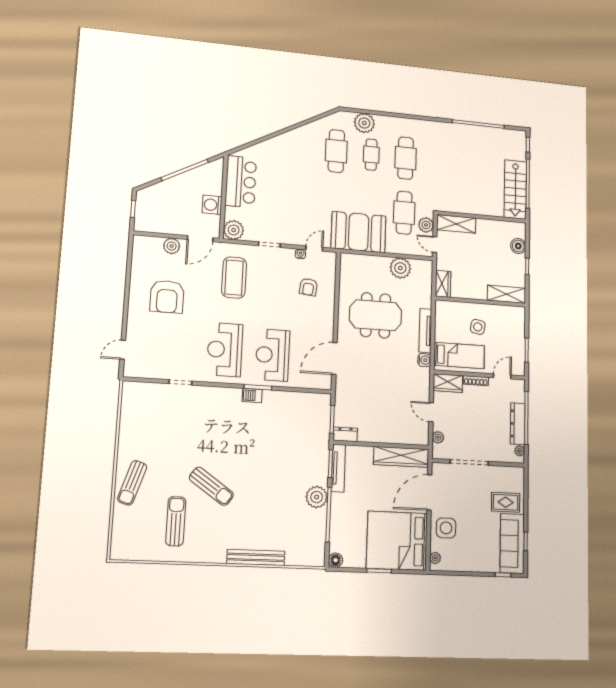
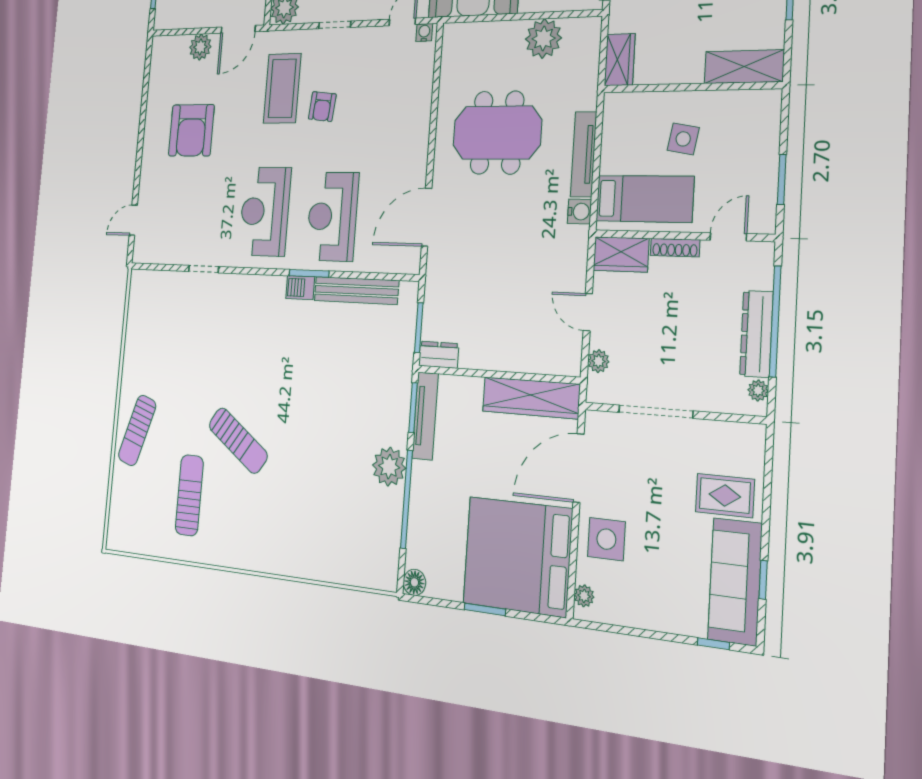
water cooler: (300, 254) -> (424, 33), moved
armchair: (308, 287) -> (322, 107), moved
bench: (256, 557) -> (356, 291), moved

